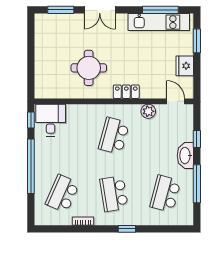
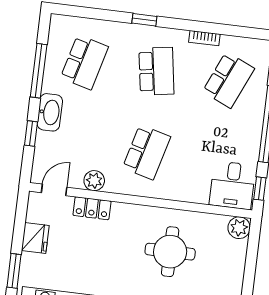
plant: (42, 91) -> (239, 228), added
locker: (126, 92) -> (92, 208), moved
door: (176, 101) -> (54, 190), swing flipped

